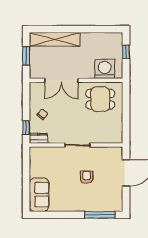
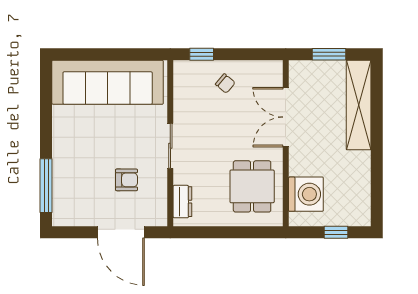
dresser: (39, 138) -> (182, 202), moved
armchair: (87, 177) -> (127, 180), moved
sofa: (39, 195) -> (108, 82), width x1.85, depth x1.27

